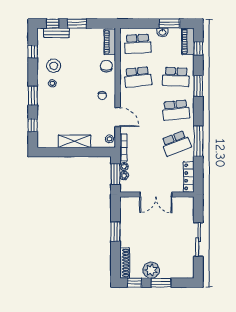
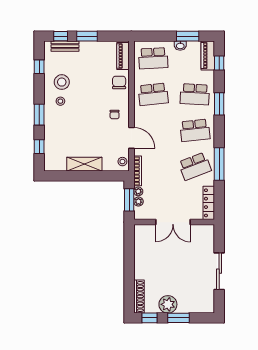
window: (115, 232) -> (129, 262), removed

